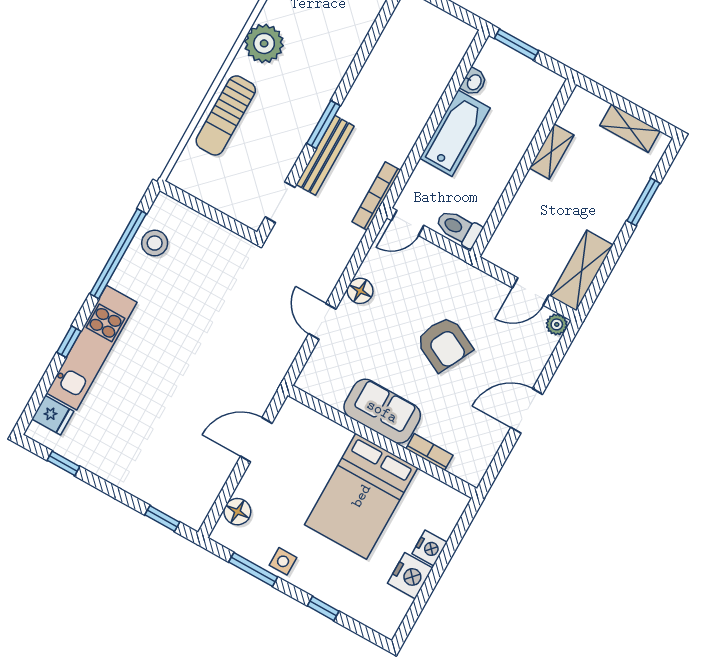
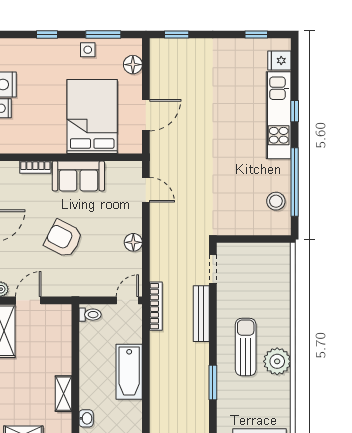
washbasin: (474, 82) -> (86, 418), moved, turned 180
sun lounger: (226, 115) -> (246, 347), moved
window: (323, 125) -> (213, 382), moved
toilet: (459, 228) -> (90, 315), width x0.73, depth x0.72
door: (322, 321) -> (146, 190), moved
bed: (361, 496) -> (92, 116), moved

